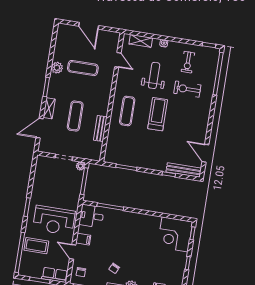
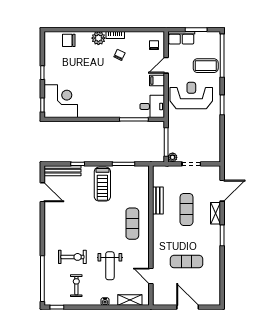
plant: (57, 68) -> (214, 257), removed
treadmill: (158, 114) -> (102, 184), moved
door: (73, 252) -> (166, 65), swing flipped

